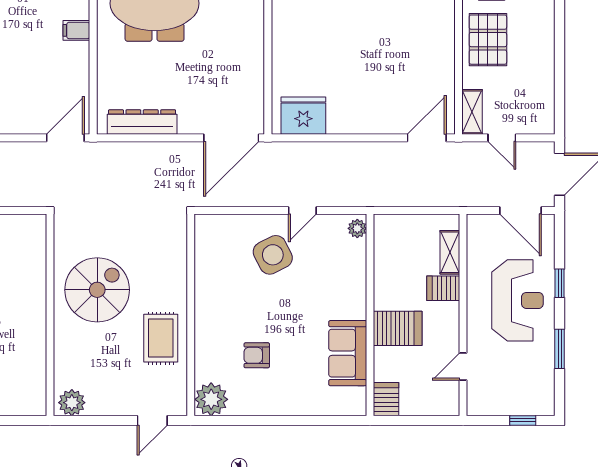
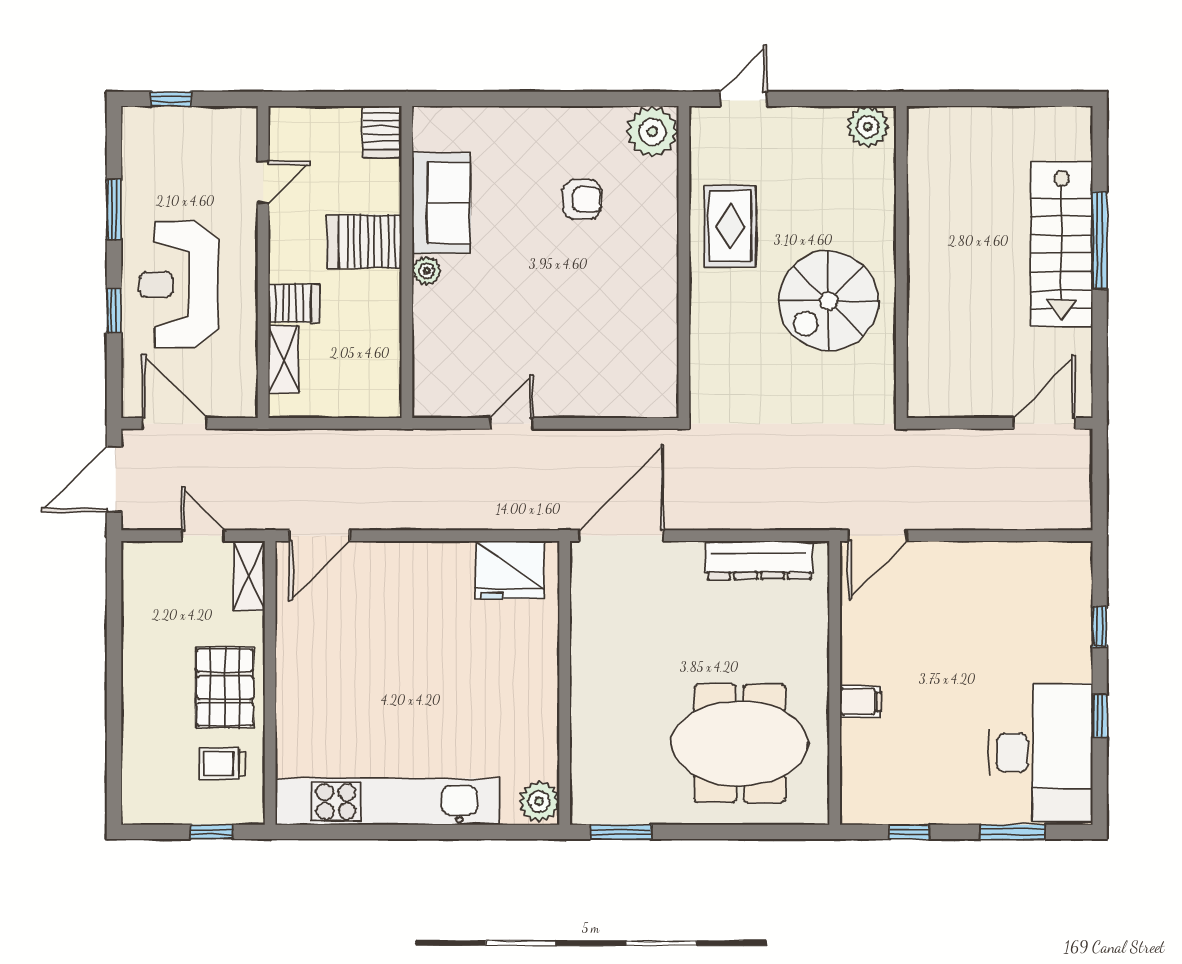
plant: (357, 228) -> (427, 271), moved
side table: (273, 255) -> (557, 355), removed

